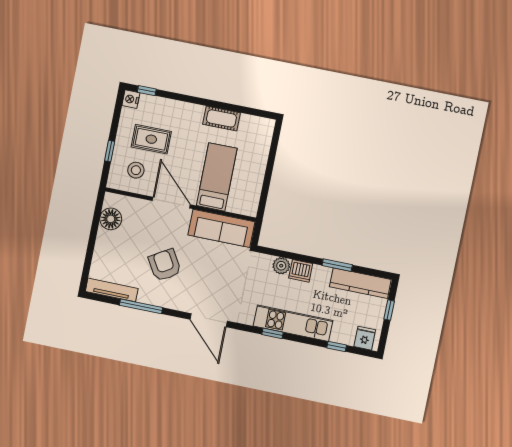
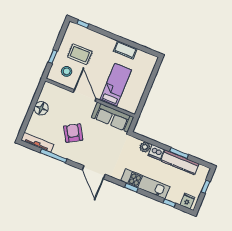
nightstand: (131, 99) -> (72, 27), removed
floor lamp: (111, 219) -> (41, 108), moved
kitchen counter: (360, 283) -> (180, 162), moved

